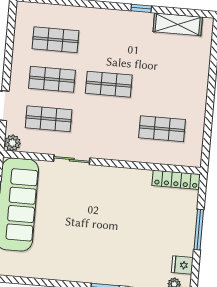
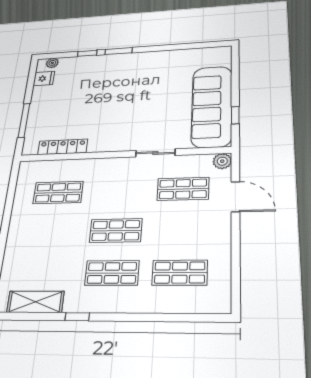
shop shelf: (52, 79) -> (112, 273), moved
locker: (176, 180) -> (63, 147), moved
window: (199, 230) -> (24, 120), moved

